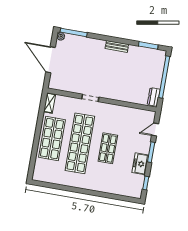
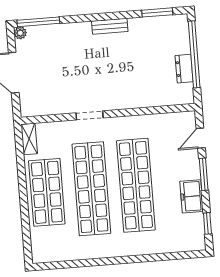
dresser: (154, 97) -> (184, 69), moved
shop shelf: (108, 148) -> (136, 185), width x2.00, depth x1.36

